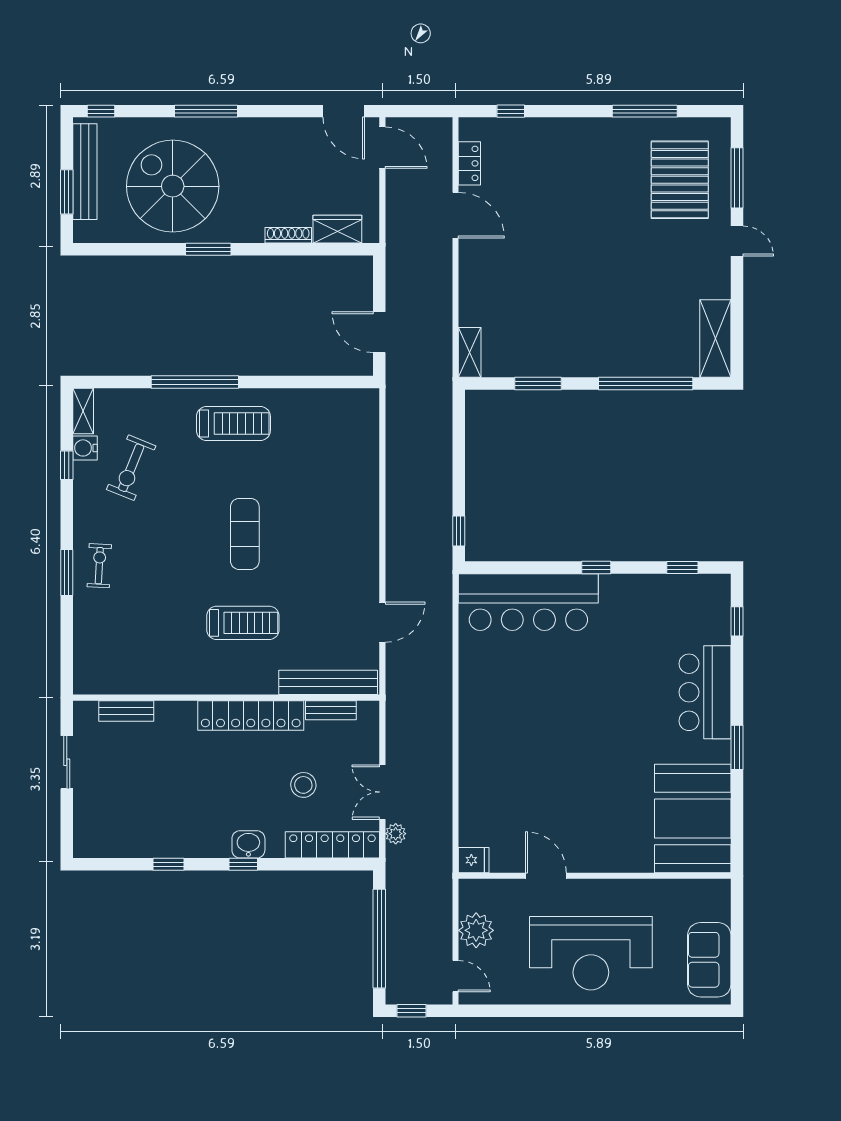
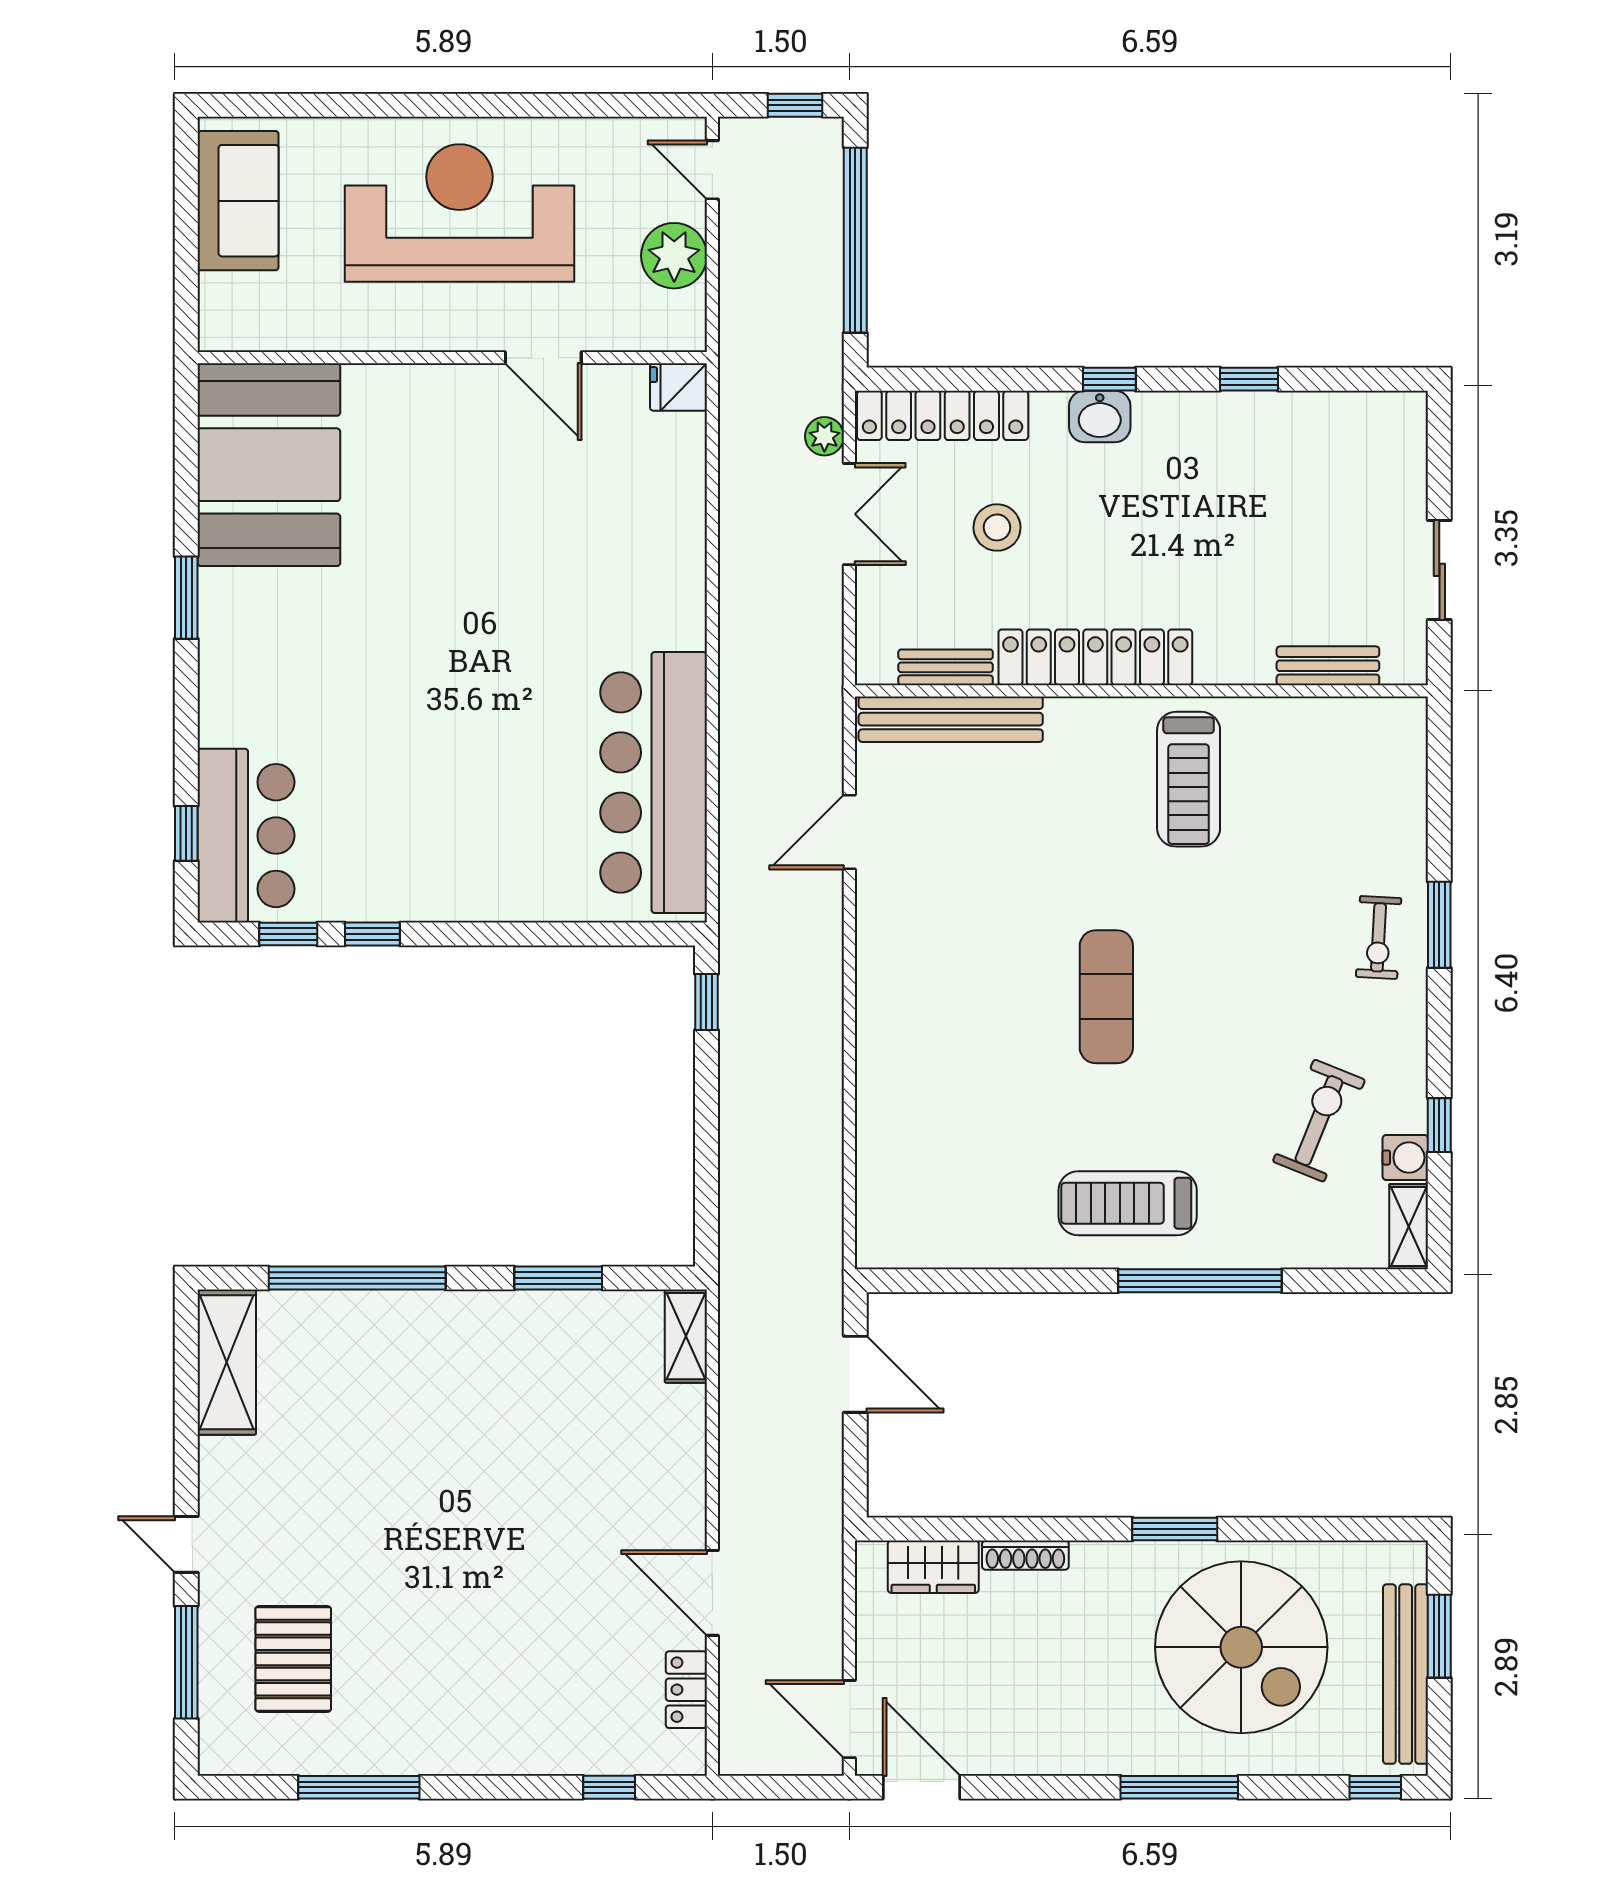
pallet: (680, 180) -> (293, 1659), width x0.73, depth x0.71
window: (596, 568) -> (372, 934), moved
bar counter: (528, 602) -> (654, 782), moved, turned -90
treadmill: (243, 623) -> (1189, 779), moved, turned -90
bar counter: (705, 692) -> (246, 836), moved

